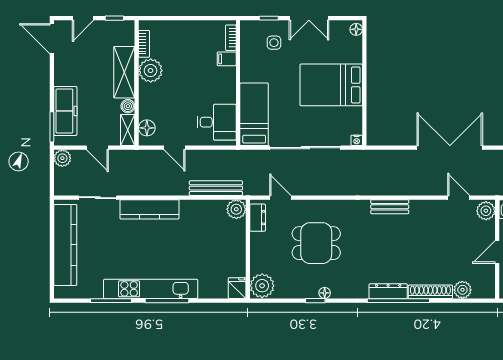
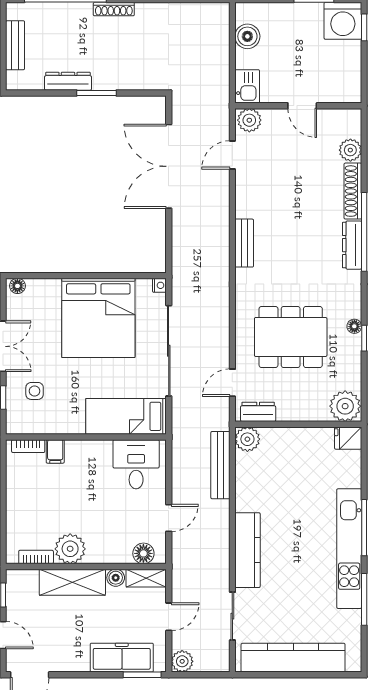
bed: (331, 85) -> (98, 318), width x1.36
dining table: (316, 243) -> (291, 337), width x1.38

